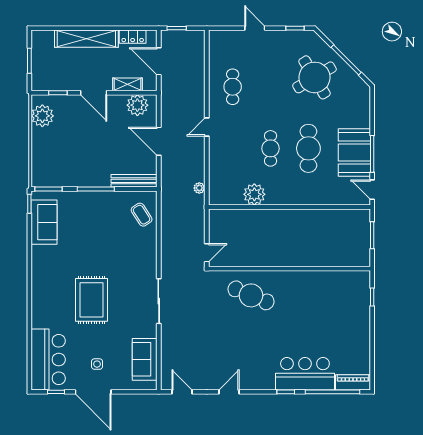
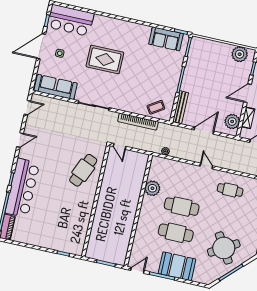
cafe table: (271, 148) -> (182, 207), width x1.37, depth x1.35
booth: (354, 152) -> (177, 266), moved
bookcase: (167, 235) -> (138, 122), added
sofa: (145, 359) -> (56, 87), width x1.36
bar counter: (305, 374) -> (22, 188), width x1.36
door: (229, 392) -> (20, 140), hinge flipped

